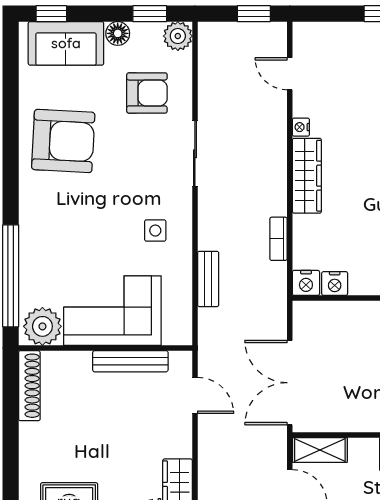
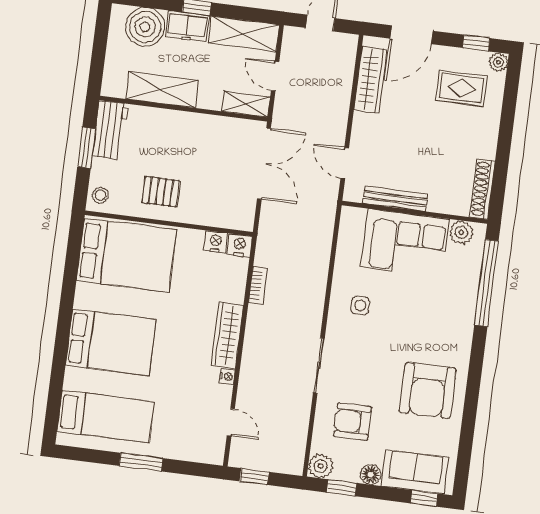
armchair: (63, 141) -> (428, 390), turned -93
bench: (208, 279) -> (321, 259), removed
plant: (42, 326) -> (461, 232), width x0.73, depth x0.73

